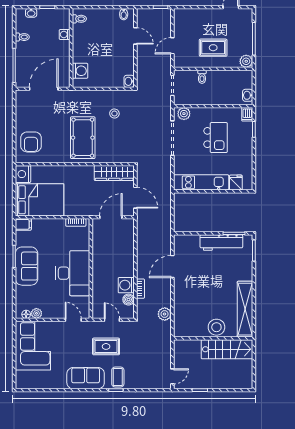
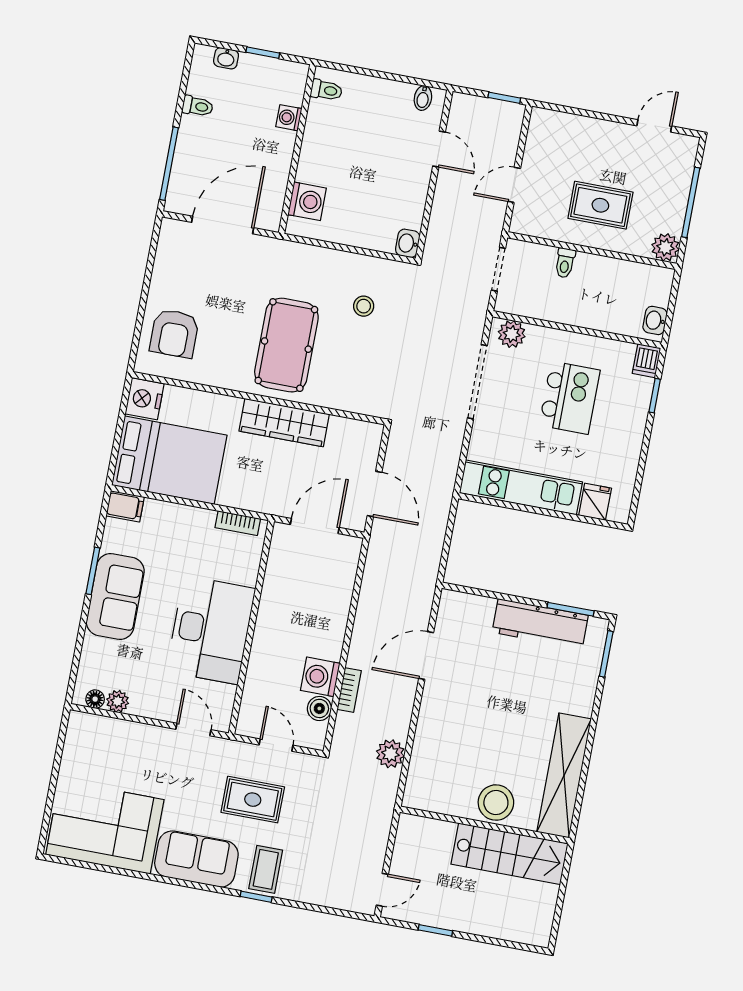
wardrobe: (114, 173) -> (284, 423), moved
corner sofa: (33, 346) -> (105, 827), moved, turned -90

